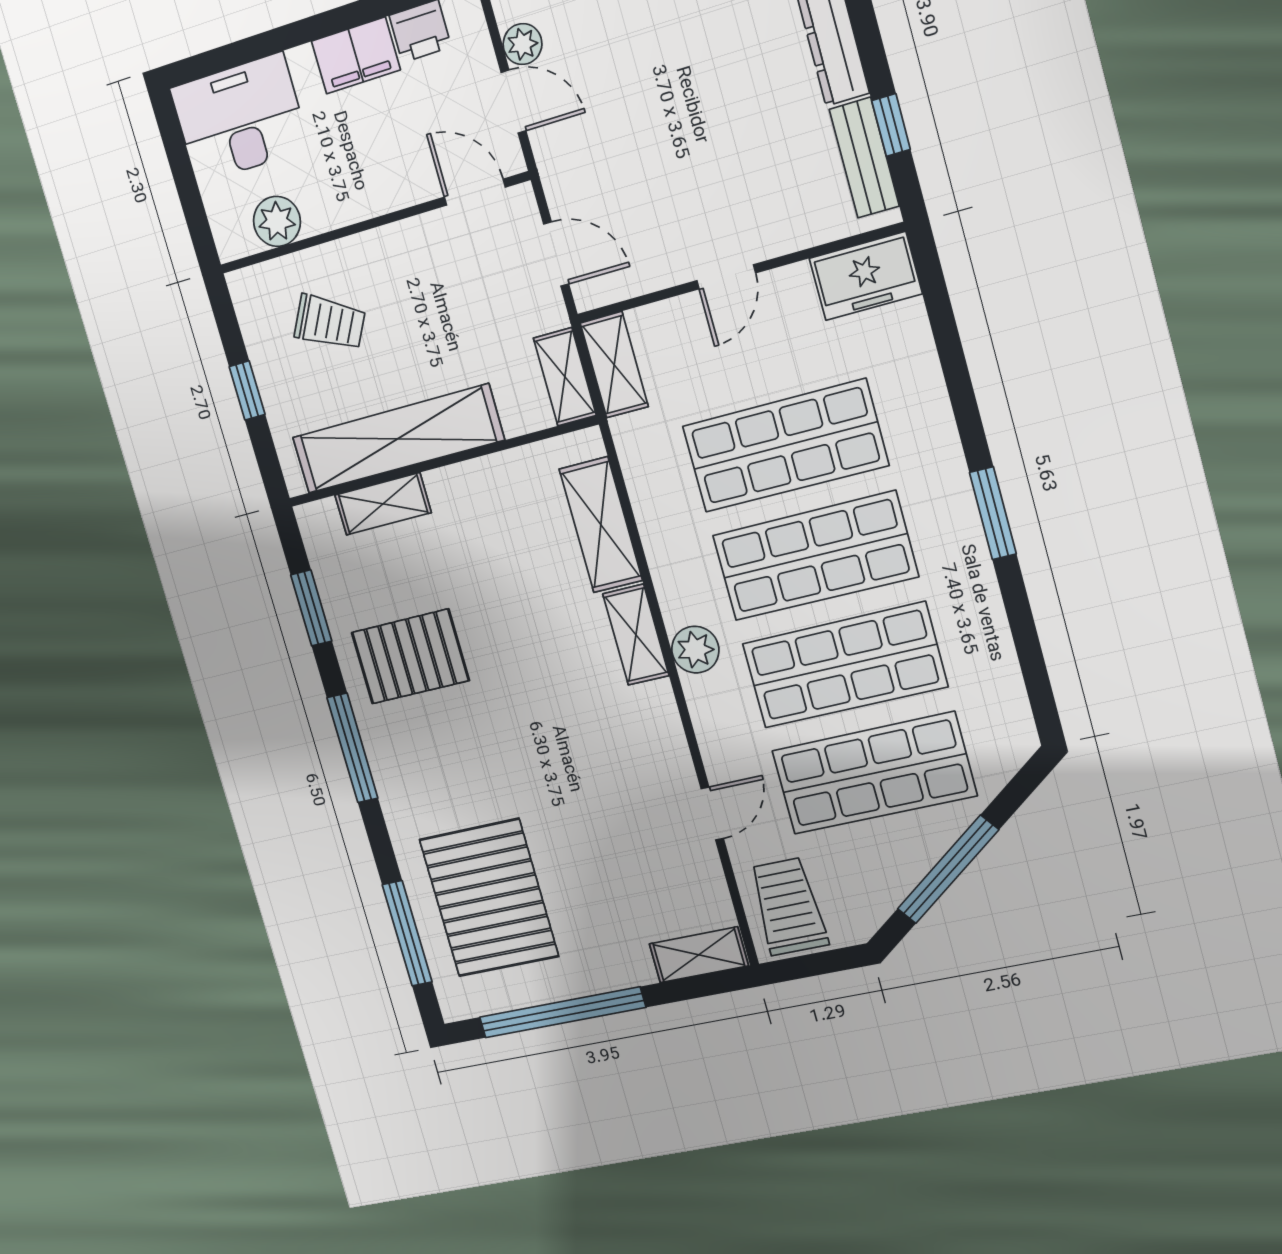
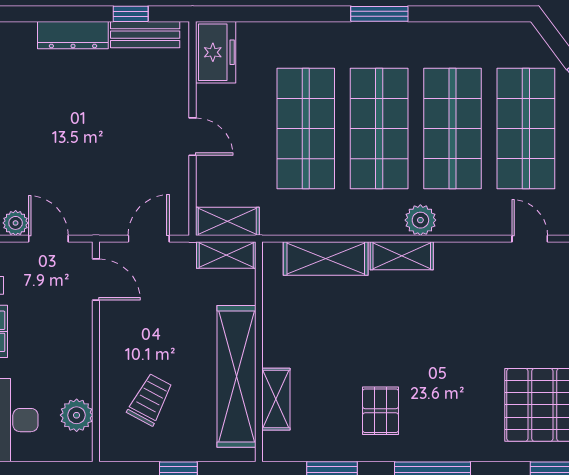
door: (514, 102) -> (48, 239), hinge flipped
door: (475, 192) -> (96, 279), swing flipped
pallet: (410, 656) -> (381, 411), width x0.67, depth x0.71

